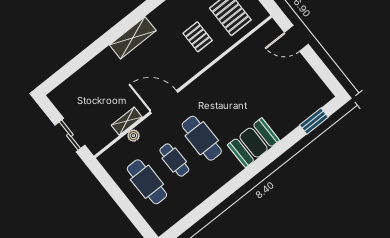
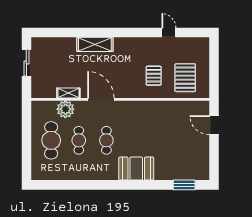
shelving: (133, 38) -> (95, 44), moved
sliding door: (70, 135) -> (26, 63), moved
plant: (133, 136) -> (65, 109), width x1.88, depth x1.88
cafe table: (202, 138) -> (106, 140), width x0.73, depth x0.74

